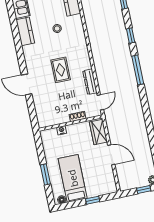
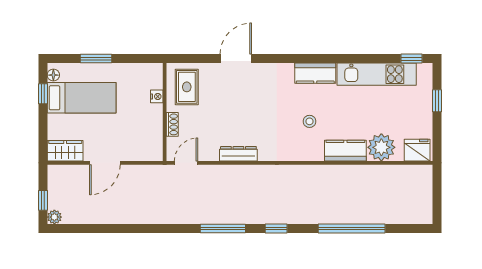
rug: (61, 70) -> (187, 87), moved, turned 90
dresser: (90, 82) -> (238, 154), moved
door: (100, 102) -> (186, 163), swing flipped
wardrobe: (98, 132) -> (65, 151), moved
window: (93, 200) -> (43, 94), moved

